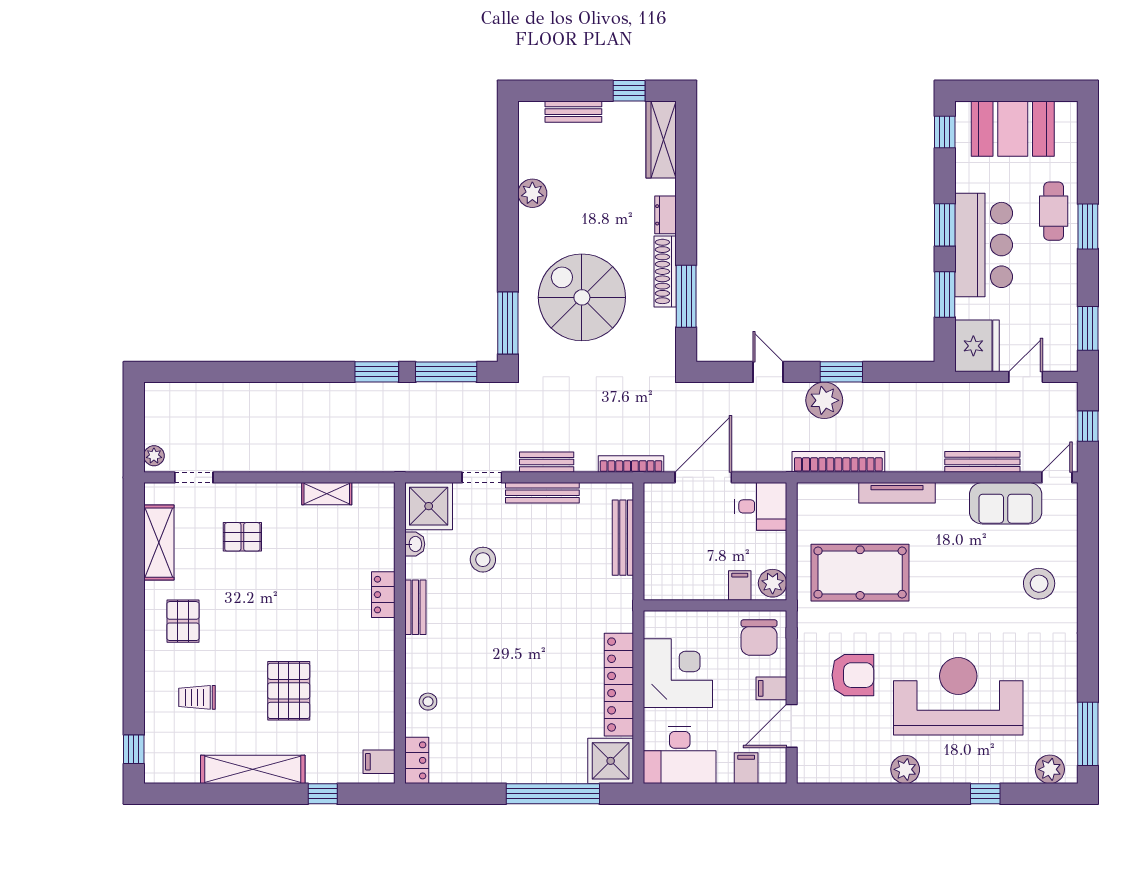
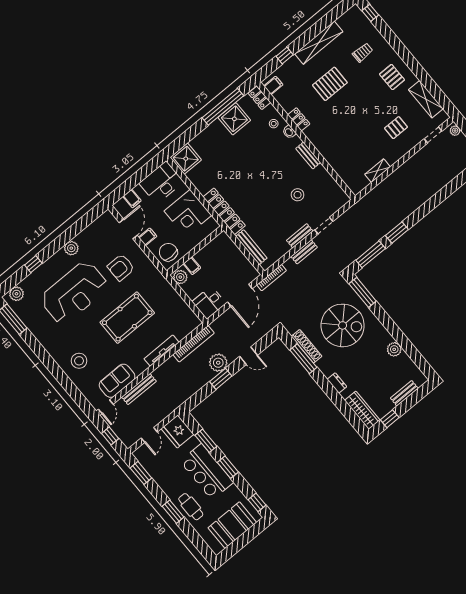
shoe rack: (665, 271) -> (307, 346), moved
bench: (542, 493) -> (300, 236), width x0.73
shower: (429, 506) -> (234, 119), moved
washbasin: (415, 544) -> (289, 132), moved
pool table: (860, 573) -> (127, 318), moved
locker: (383, 595) -> (299, 119), moved
locker: (619, 685) -> (224, 211), moved
pallet: (289, 691) -> (330, 84), turned 90
window: (553, 794) -> (223, 107), moved

